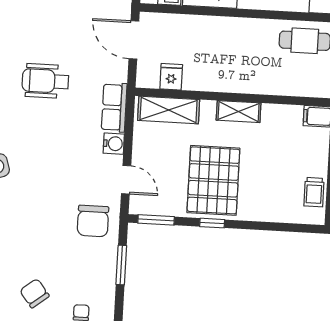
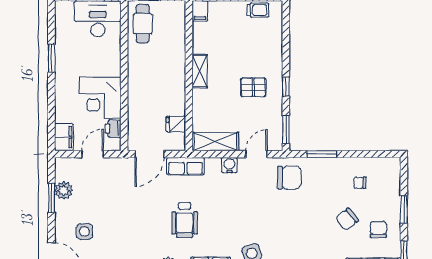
row of seats: (114, 107) -> (186, 166), moved
shelving: (169, 110) -> (215, 142), moved, turned 90
pallet: (213, 180) -> (253, 87), width x0.49, depth x0.50

